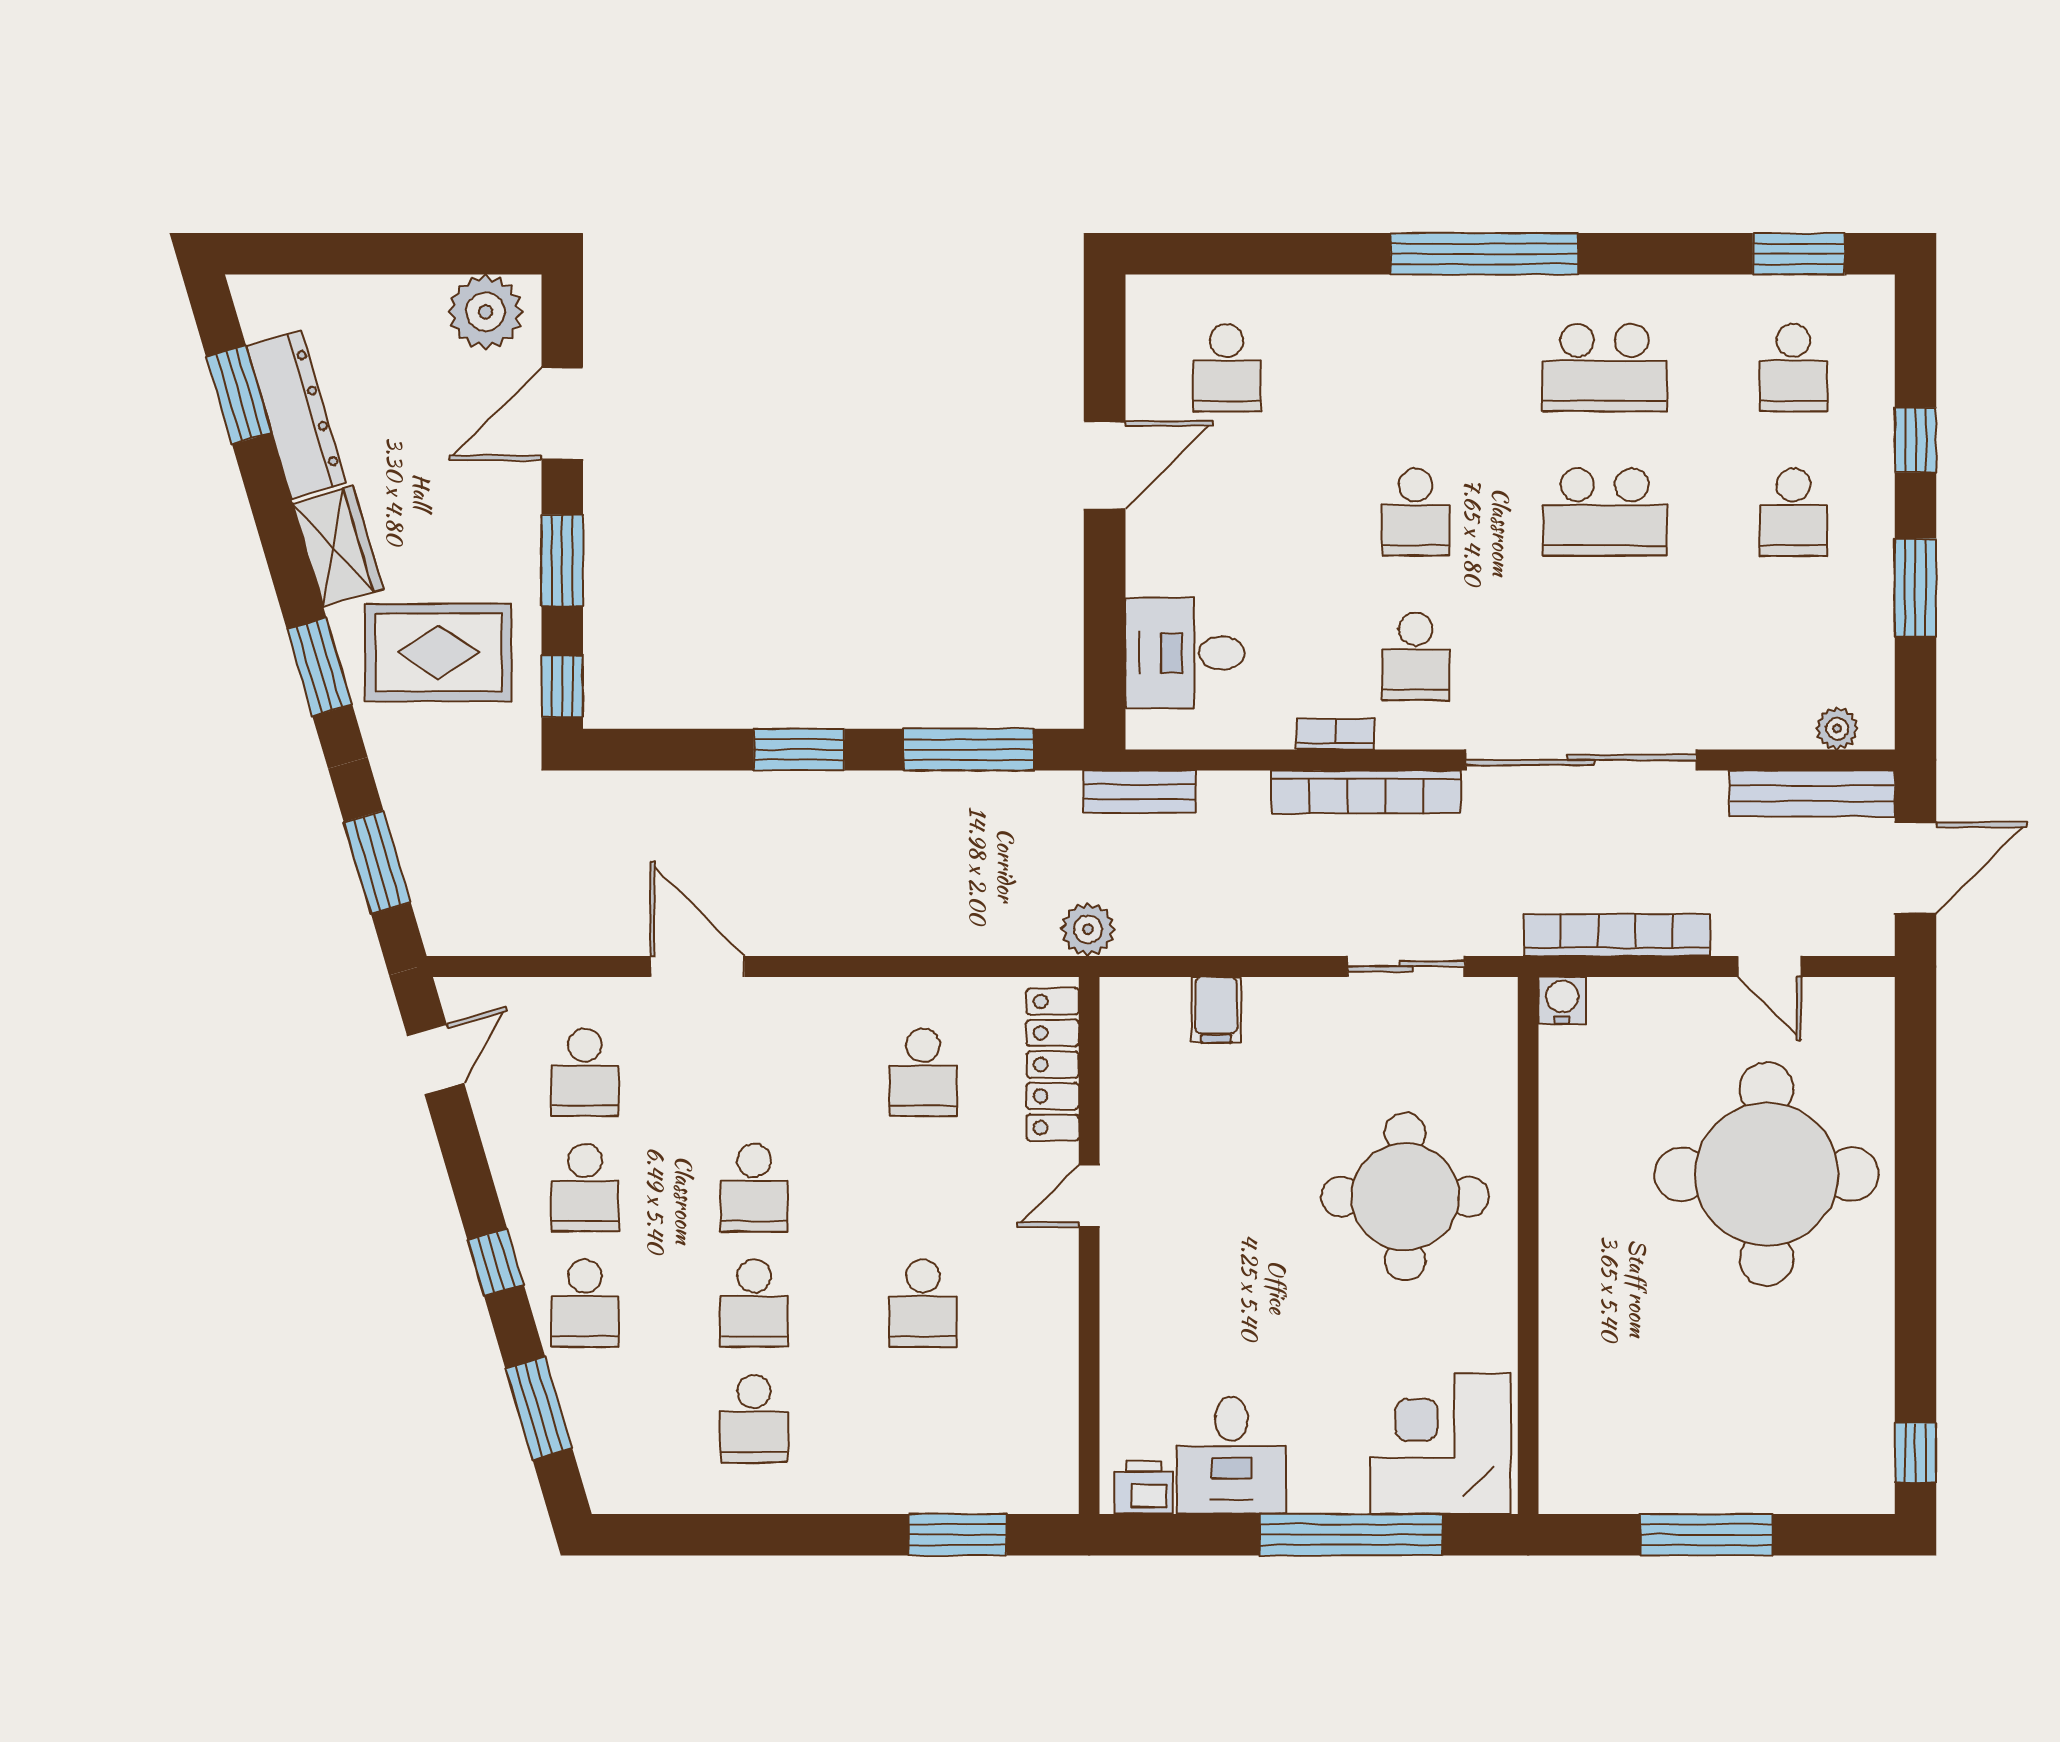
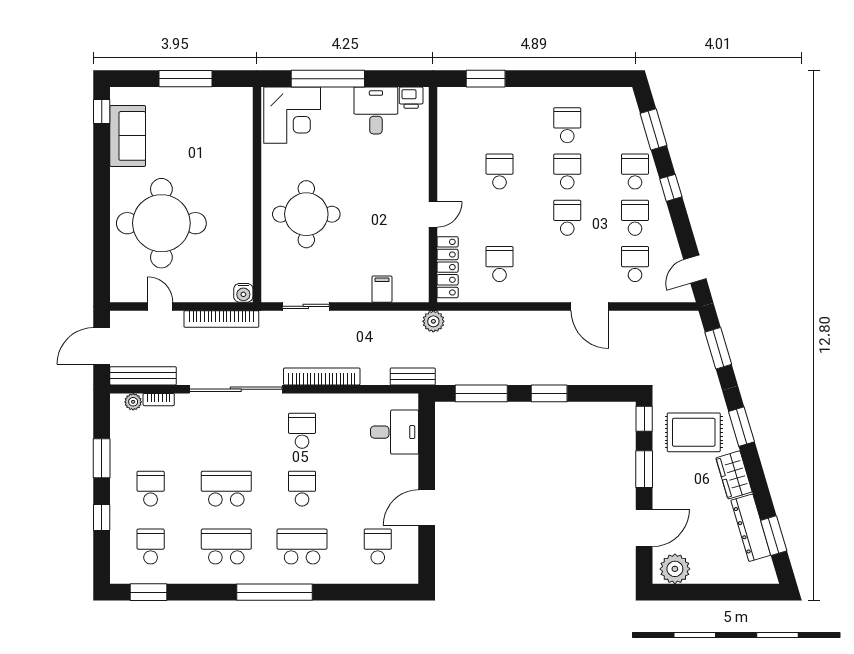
school desk: (1416, 368) -> (302, 546), added
bookcase: (1336, 734) -> (159, 400), moved
sofa: (1851, 1392) -> (128, 136), added

